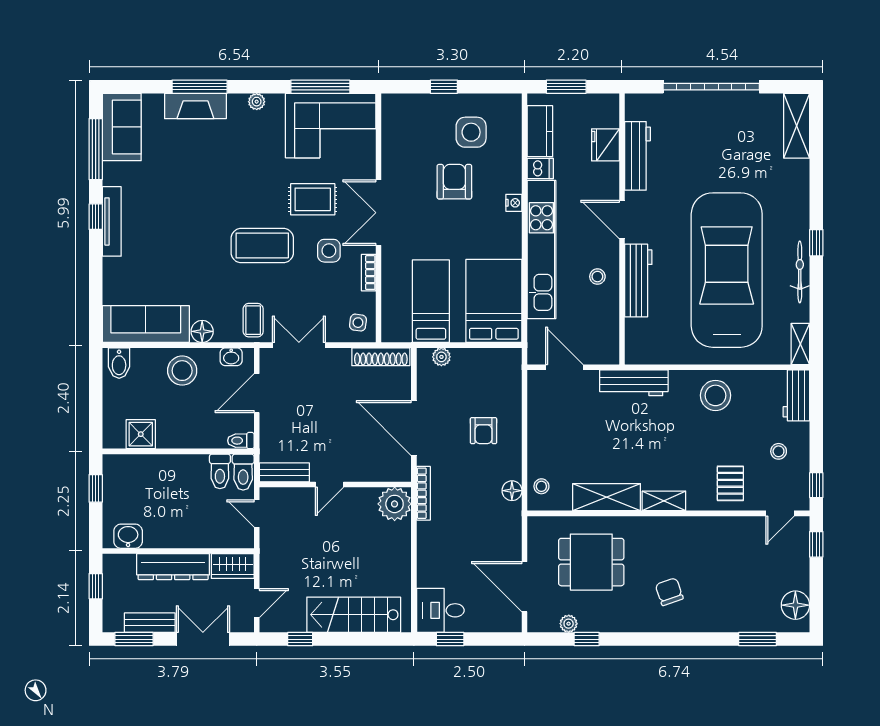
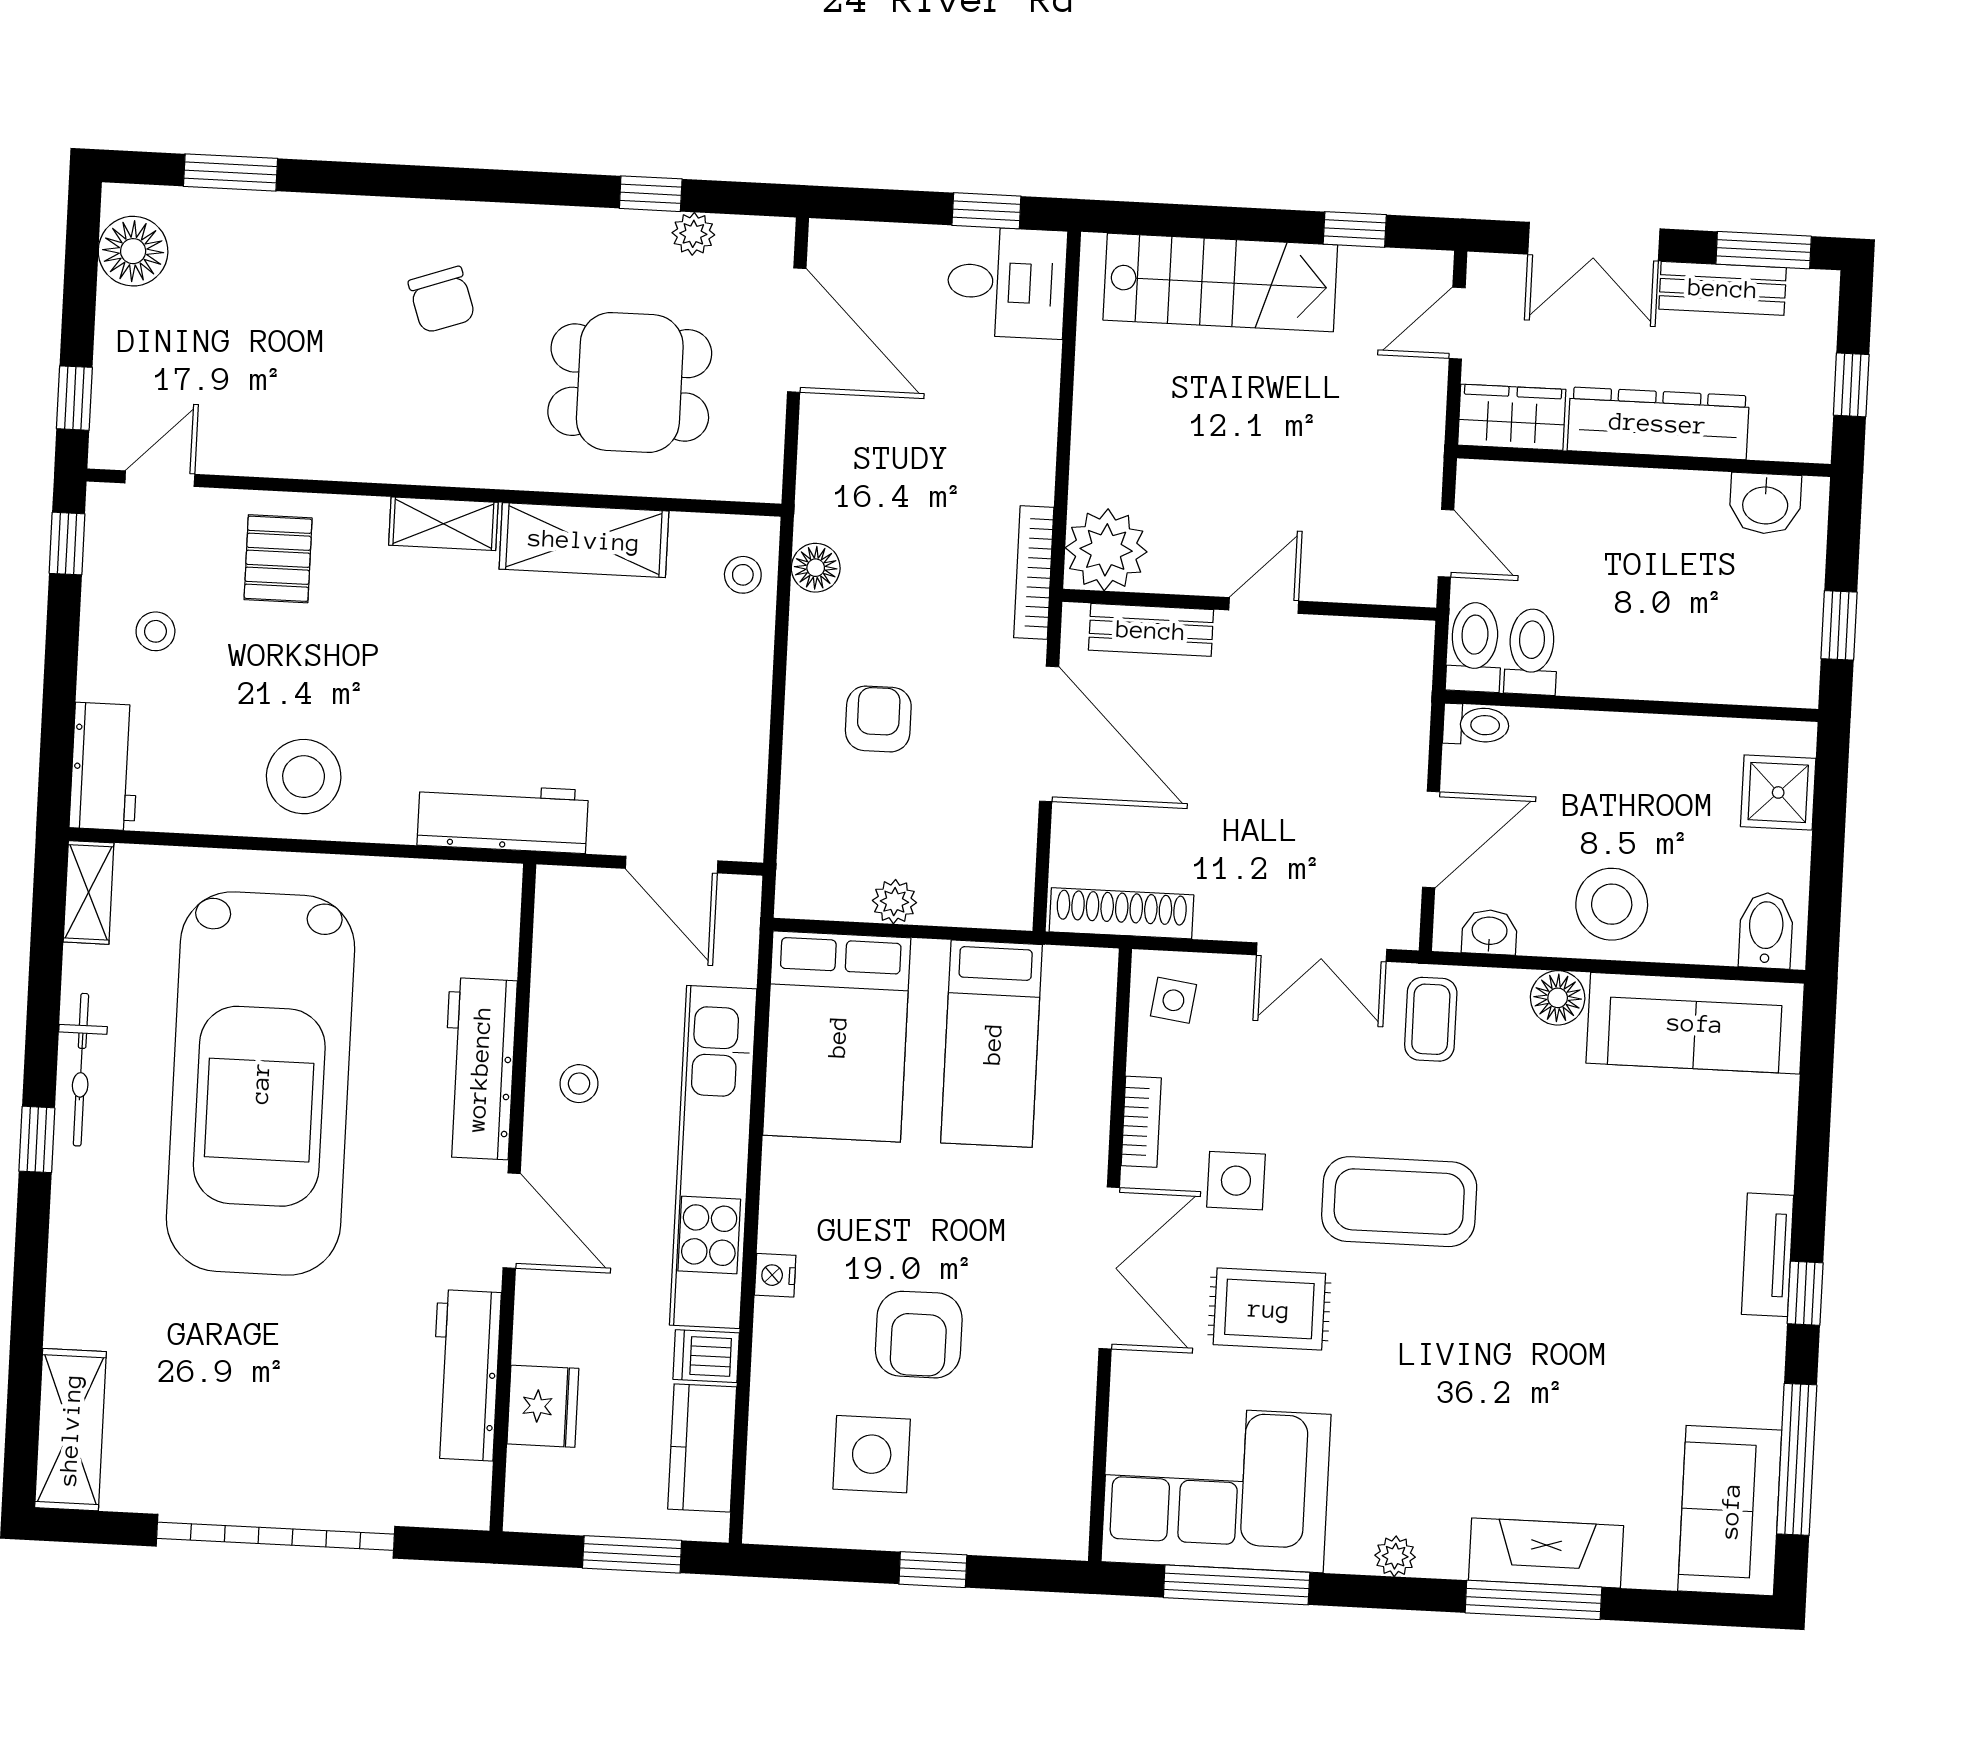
tv unit: (112, 221) -> (1768, 1255), width x0.71
plant: (441, 357) -> (894, 902), moved
shower: (141, 434) -> (1778, 792), moved
bench: (284, 472) -> (1151, 630), moved

